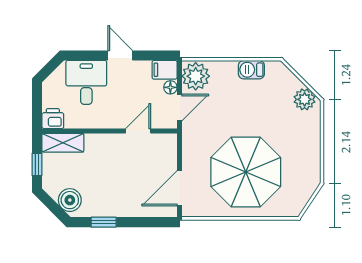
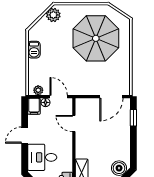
plant: (196, 76) -> (38, 90), width x0.53, depth x0.53
parasol: (246, 172) -> (96, 38), moved
door: (179, 188) -> (111, 97), hinge flipped
window: (104, 222) -> (133, 118), moved

